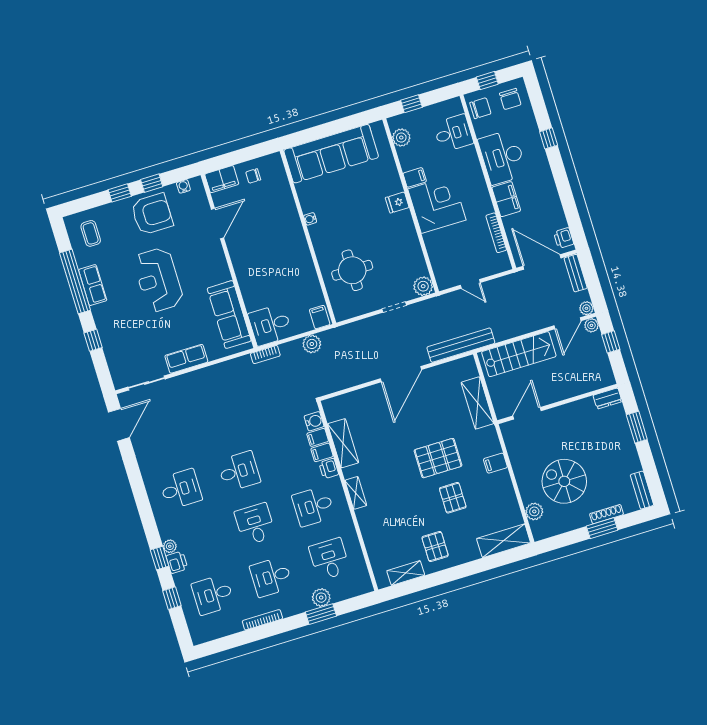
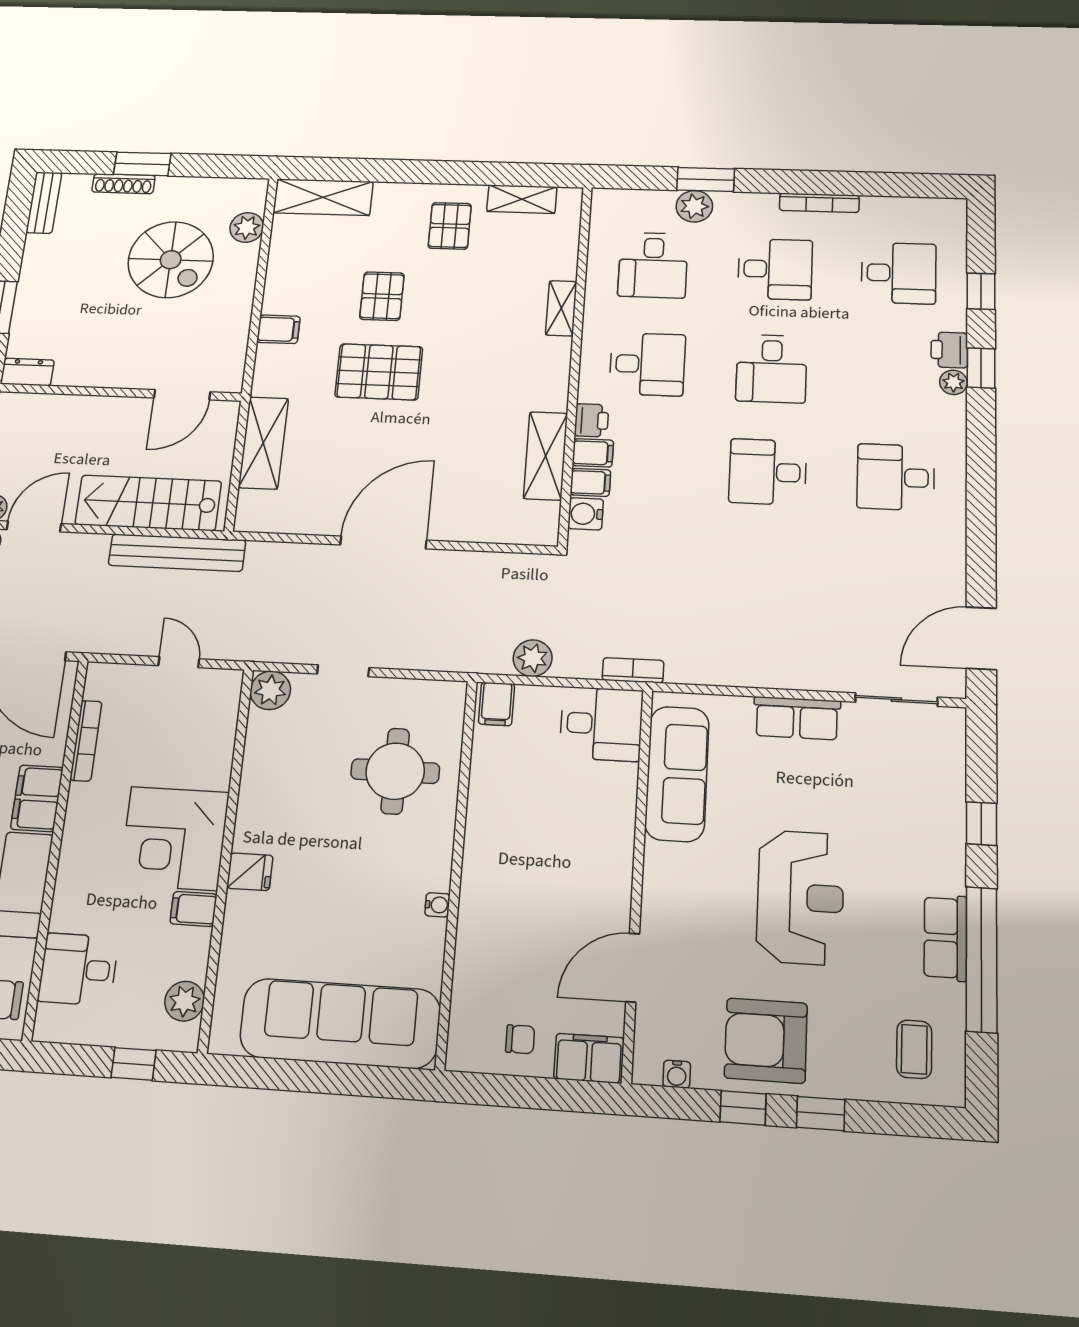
bench: (461, 345) -> (177, 553), moved
shelving: (356, 493) -> (561, 308), moved

